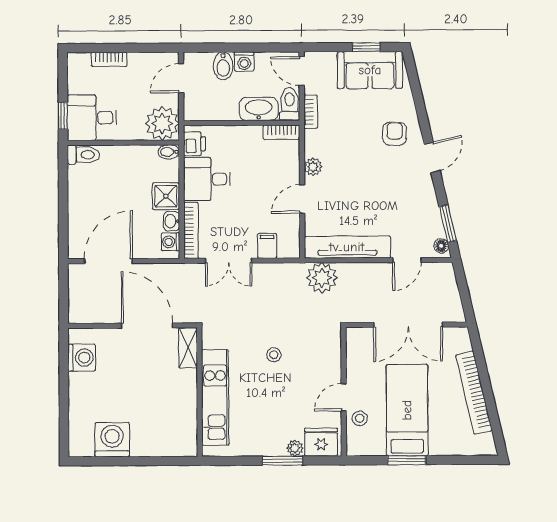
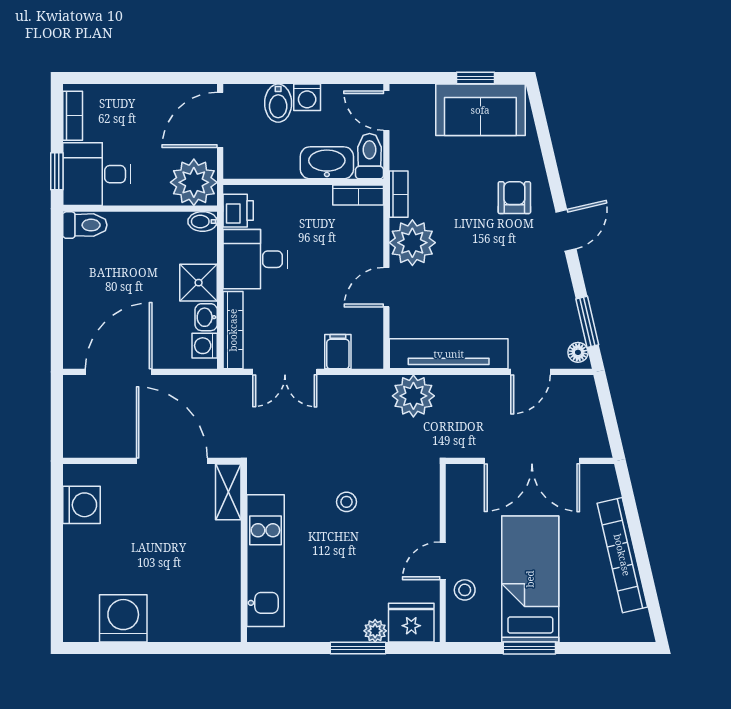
bookcase: (109, 59) -> (73, 116), moved, turned -90
door: (181, 78) -> (220, 120), width x1.38
bookcase: (311, 112) -> (399, 194), moved
plant: (313, 167) -> (412, 243), width x1.88, depth x1.88

